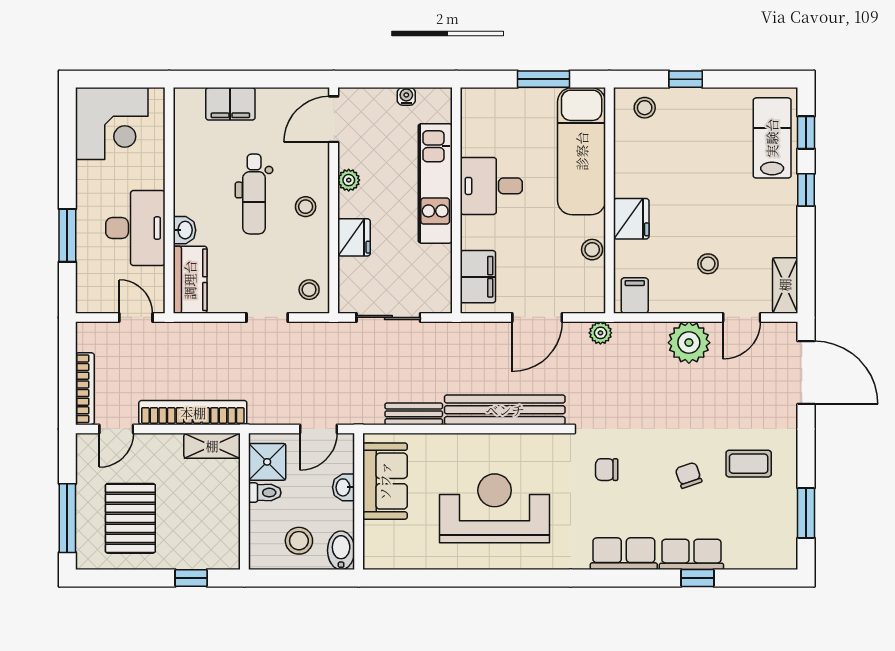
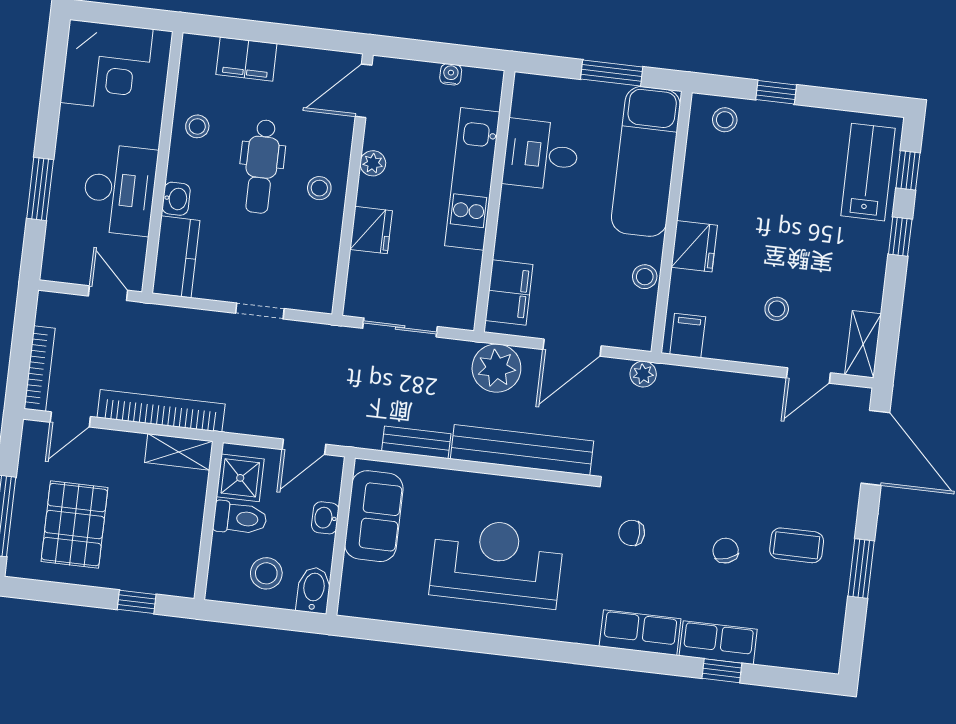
desk: (491, 186) -> (541, 155), moved
stool: (309, 290) -> (197, 126), moved
plant: (689, 343) -> (496, 368), moved
toilet: (265, 493) -> (240, 518), width x1.37, depth x1.39
window: (806, 513) -> (861, 569), moved

